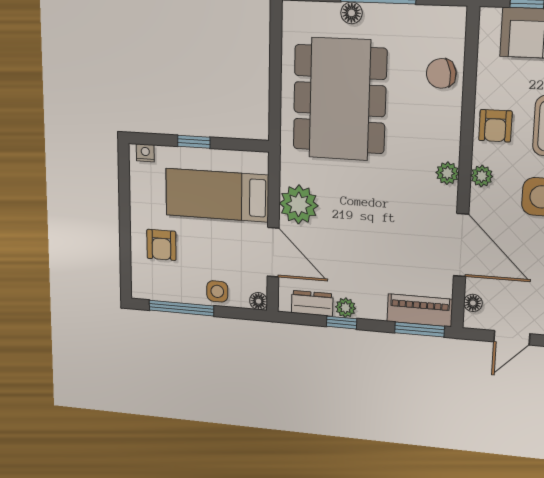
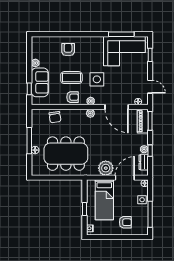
door: (461, 245) -> (117, 107), swing flipped

